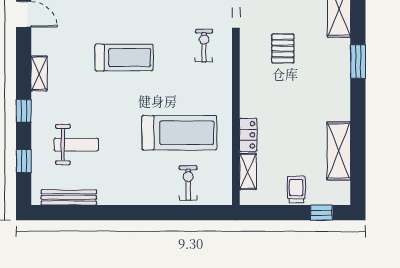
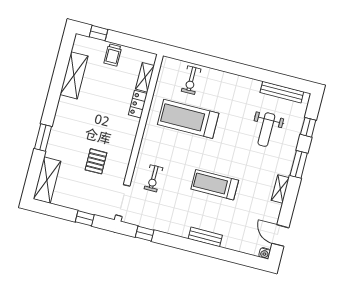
window: (24, 111) -> (299, 164), width x1.50
weight bench: (76, 145) -> (266, 130), turned -90

